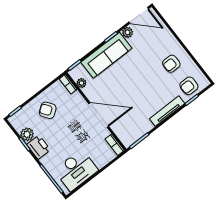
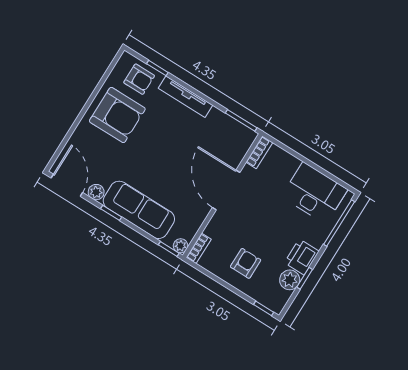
armchair: (171, 64) -> (117, 115), width x1.88, depth x1.88
plant: (81, 83) -> (181, 246), moved
armchair: (48, 110) -> (246, 263), turned -144

